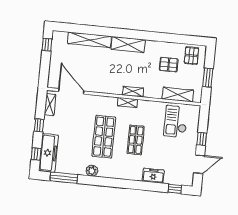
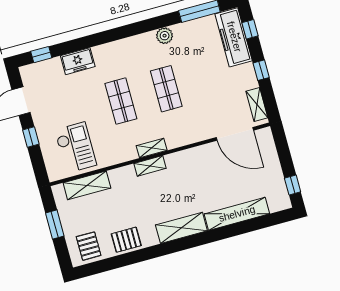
pallet: (169, 65) -> (126, 240), moved
shop shelf: (104, 137) -> (166, 89), width x0.70, depth x0.74

